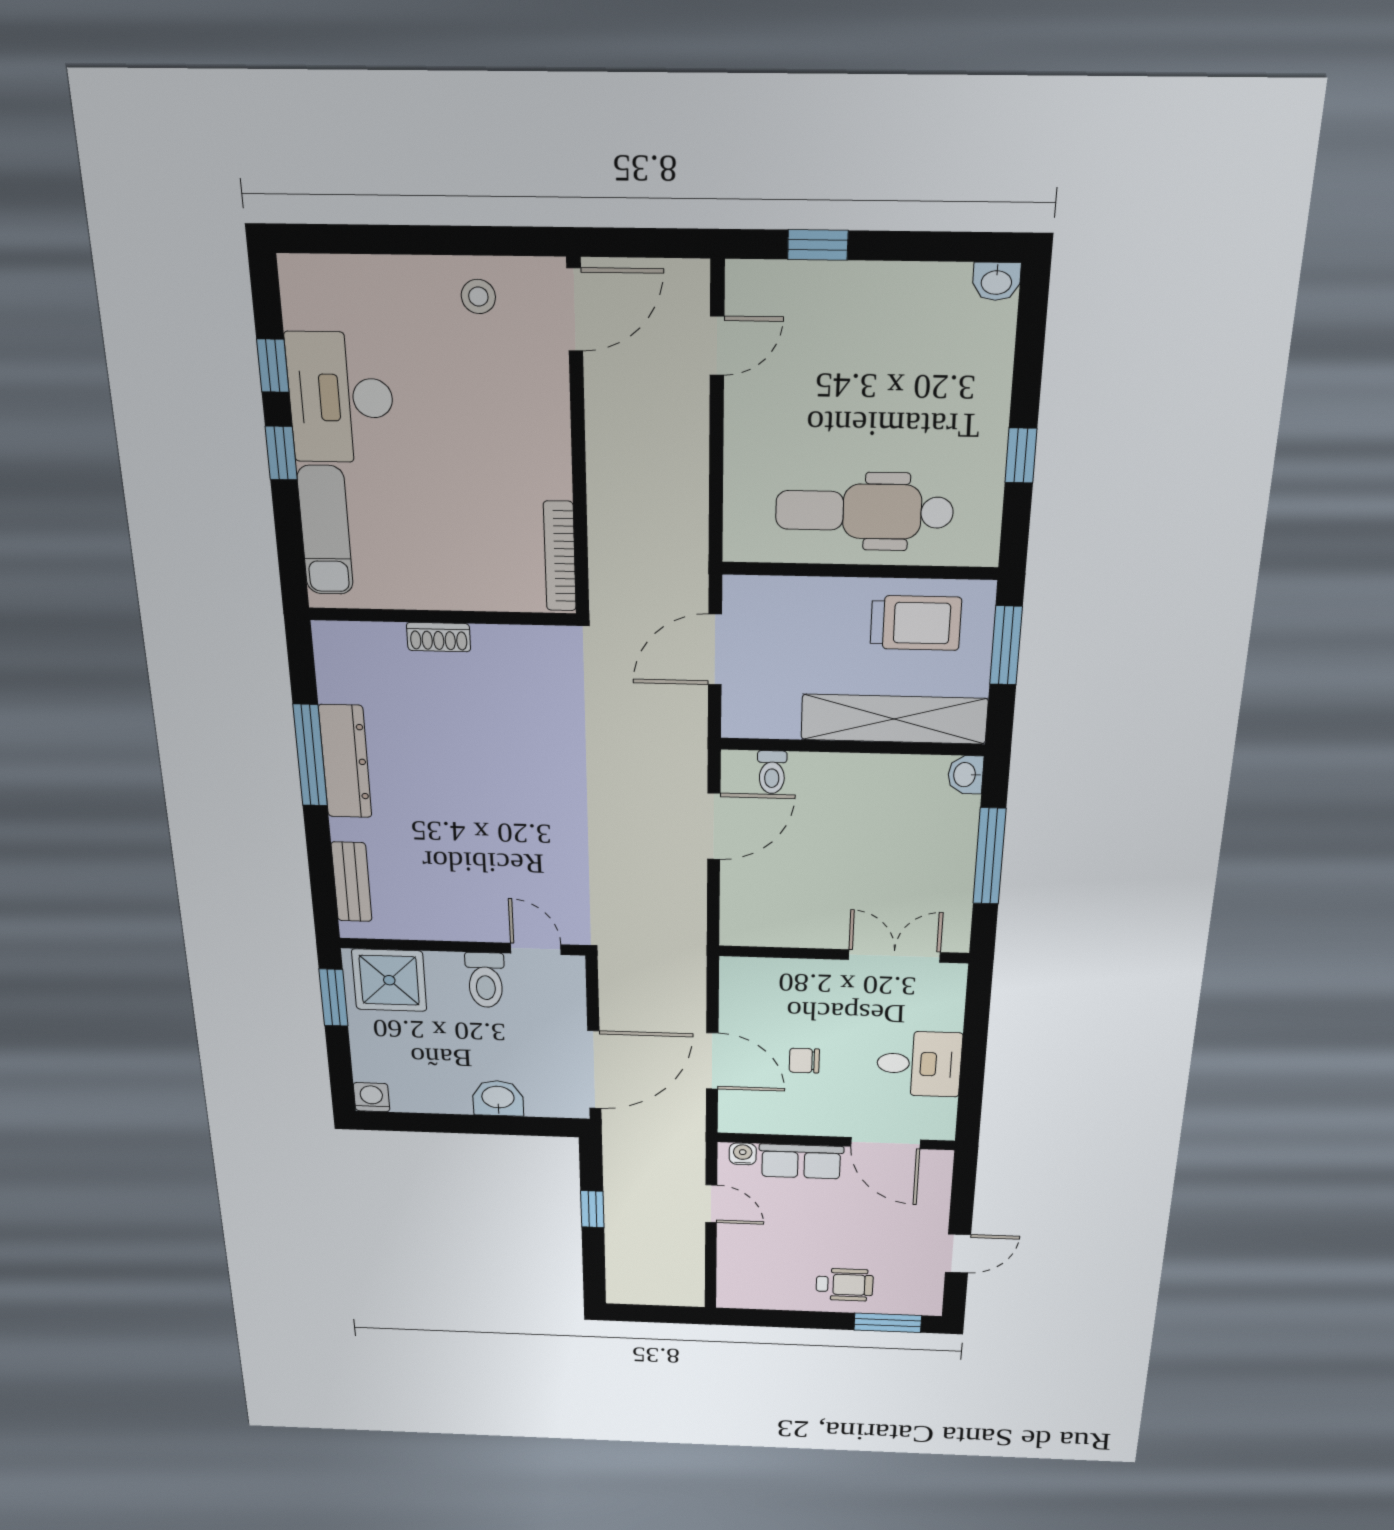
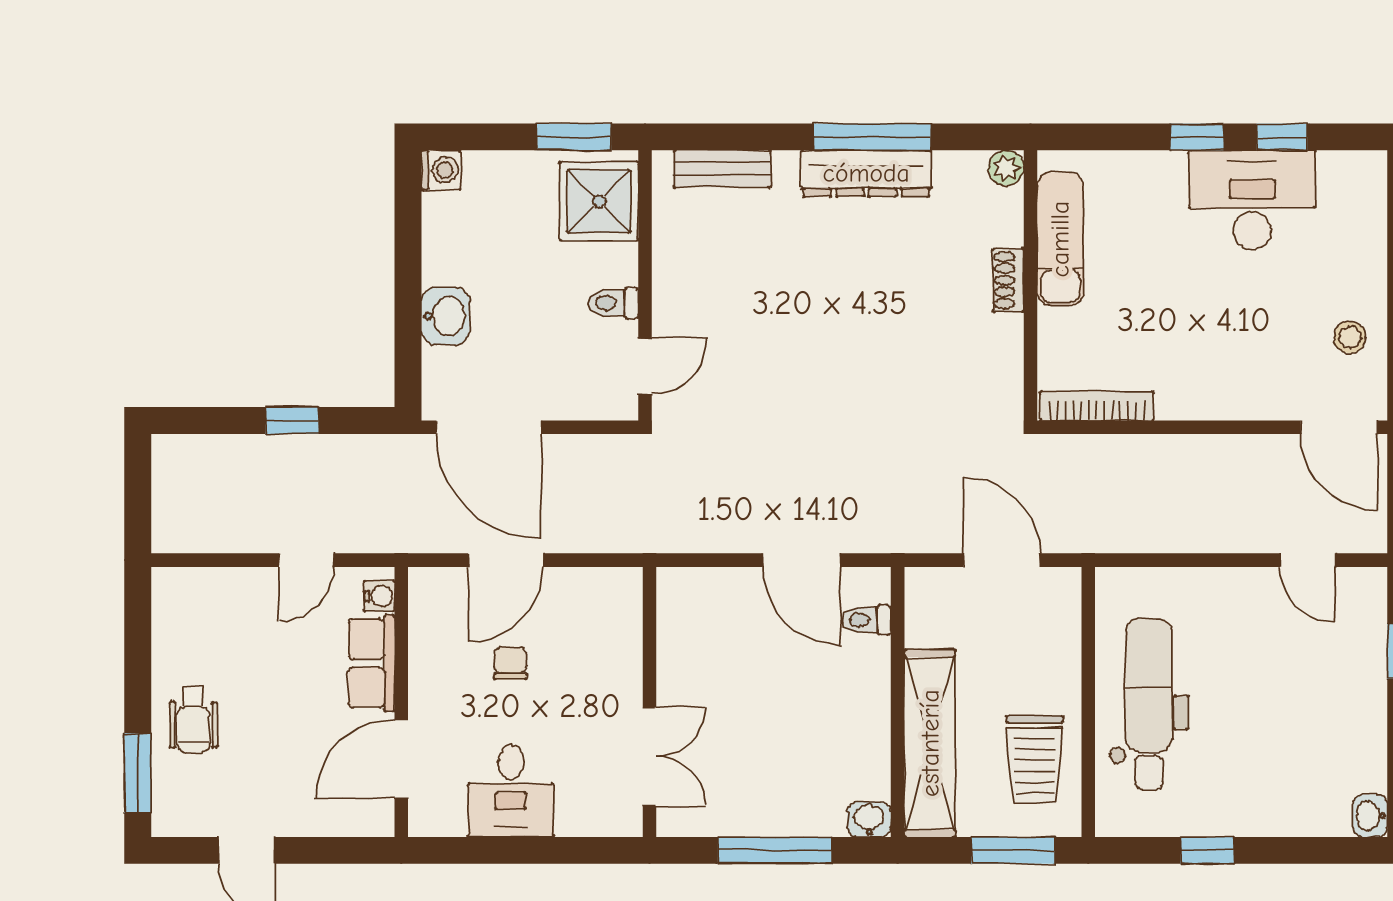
exam couch: (325, 530) -> (1060, 239), moved, turned -90
plant: (329, 637) -> (1006, 168), added
toilet: (485, 980) -> (613, 303), width x0.73, depth x0.72

